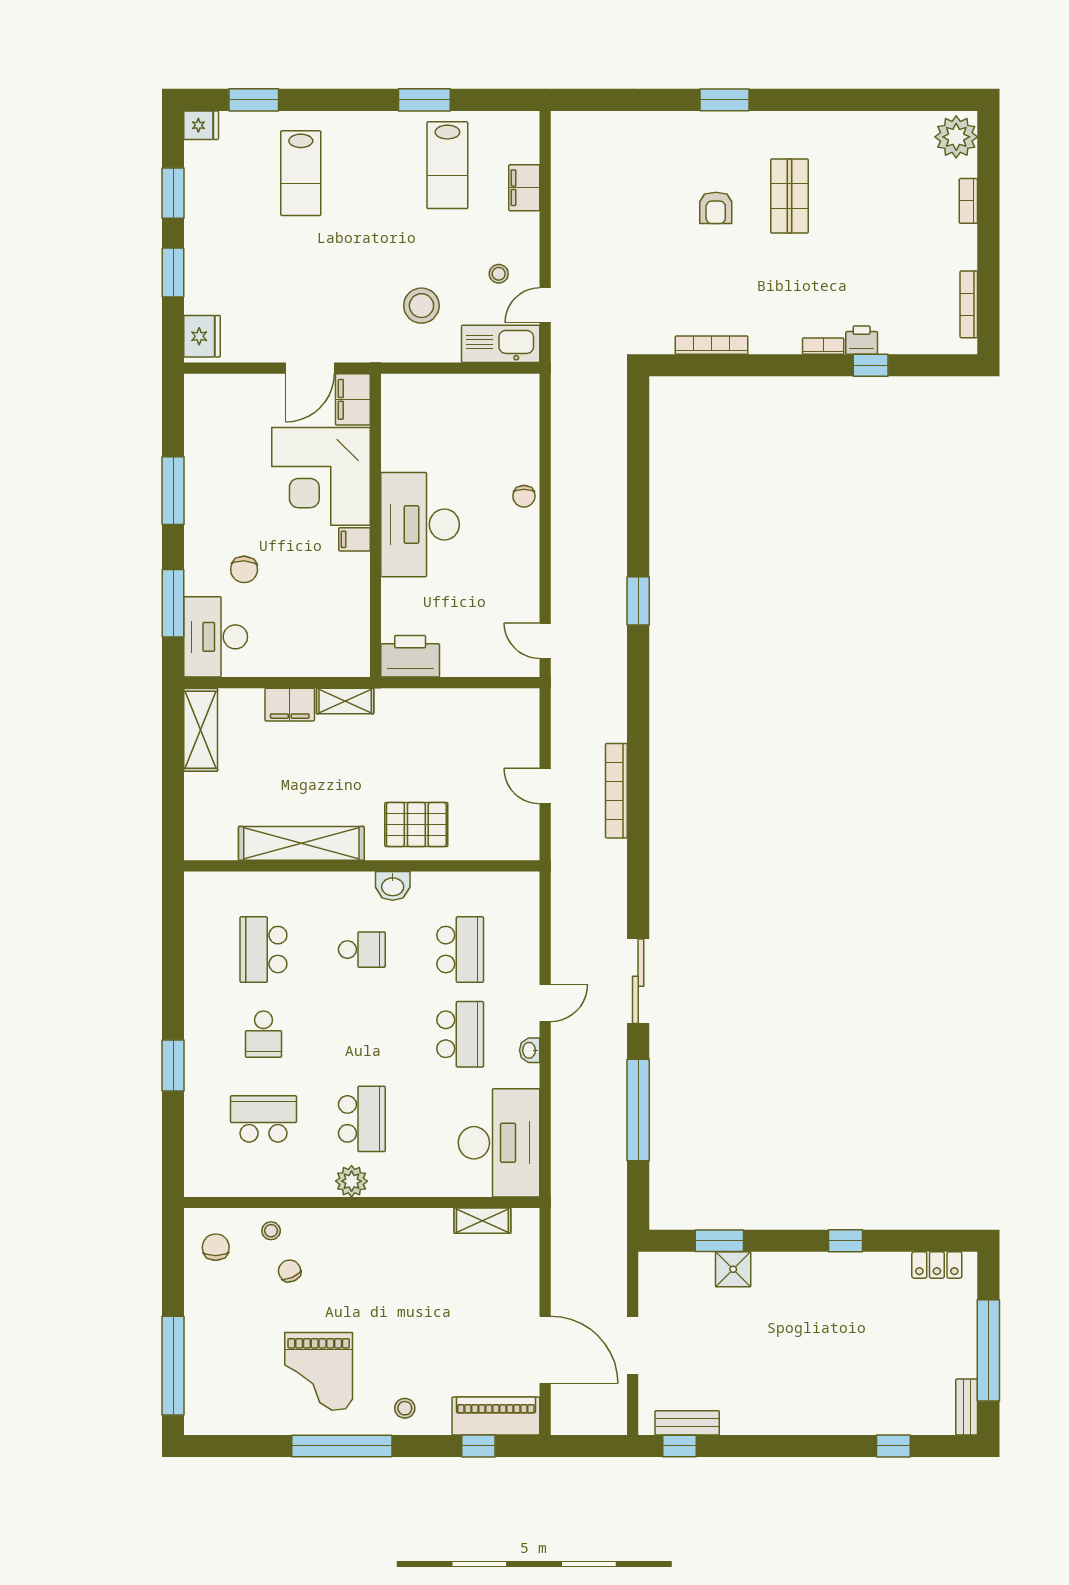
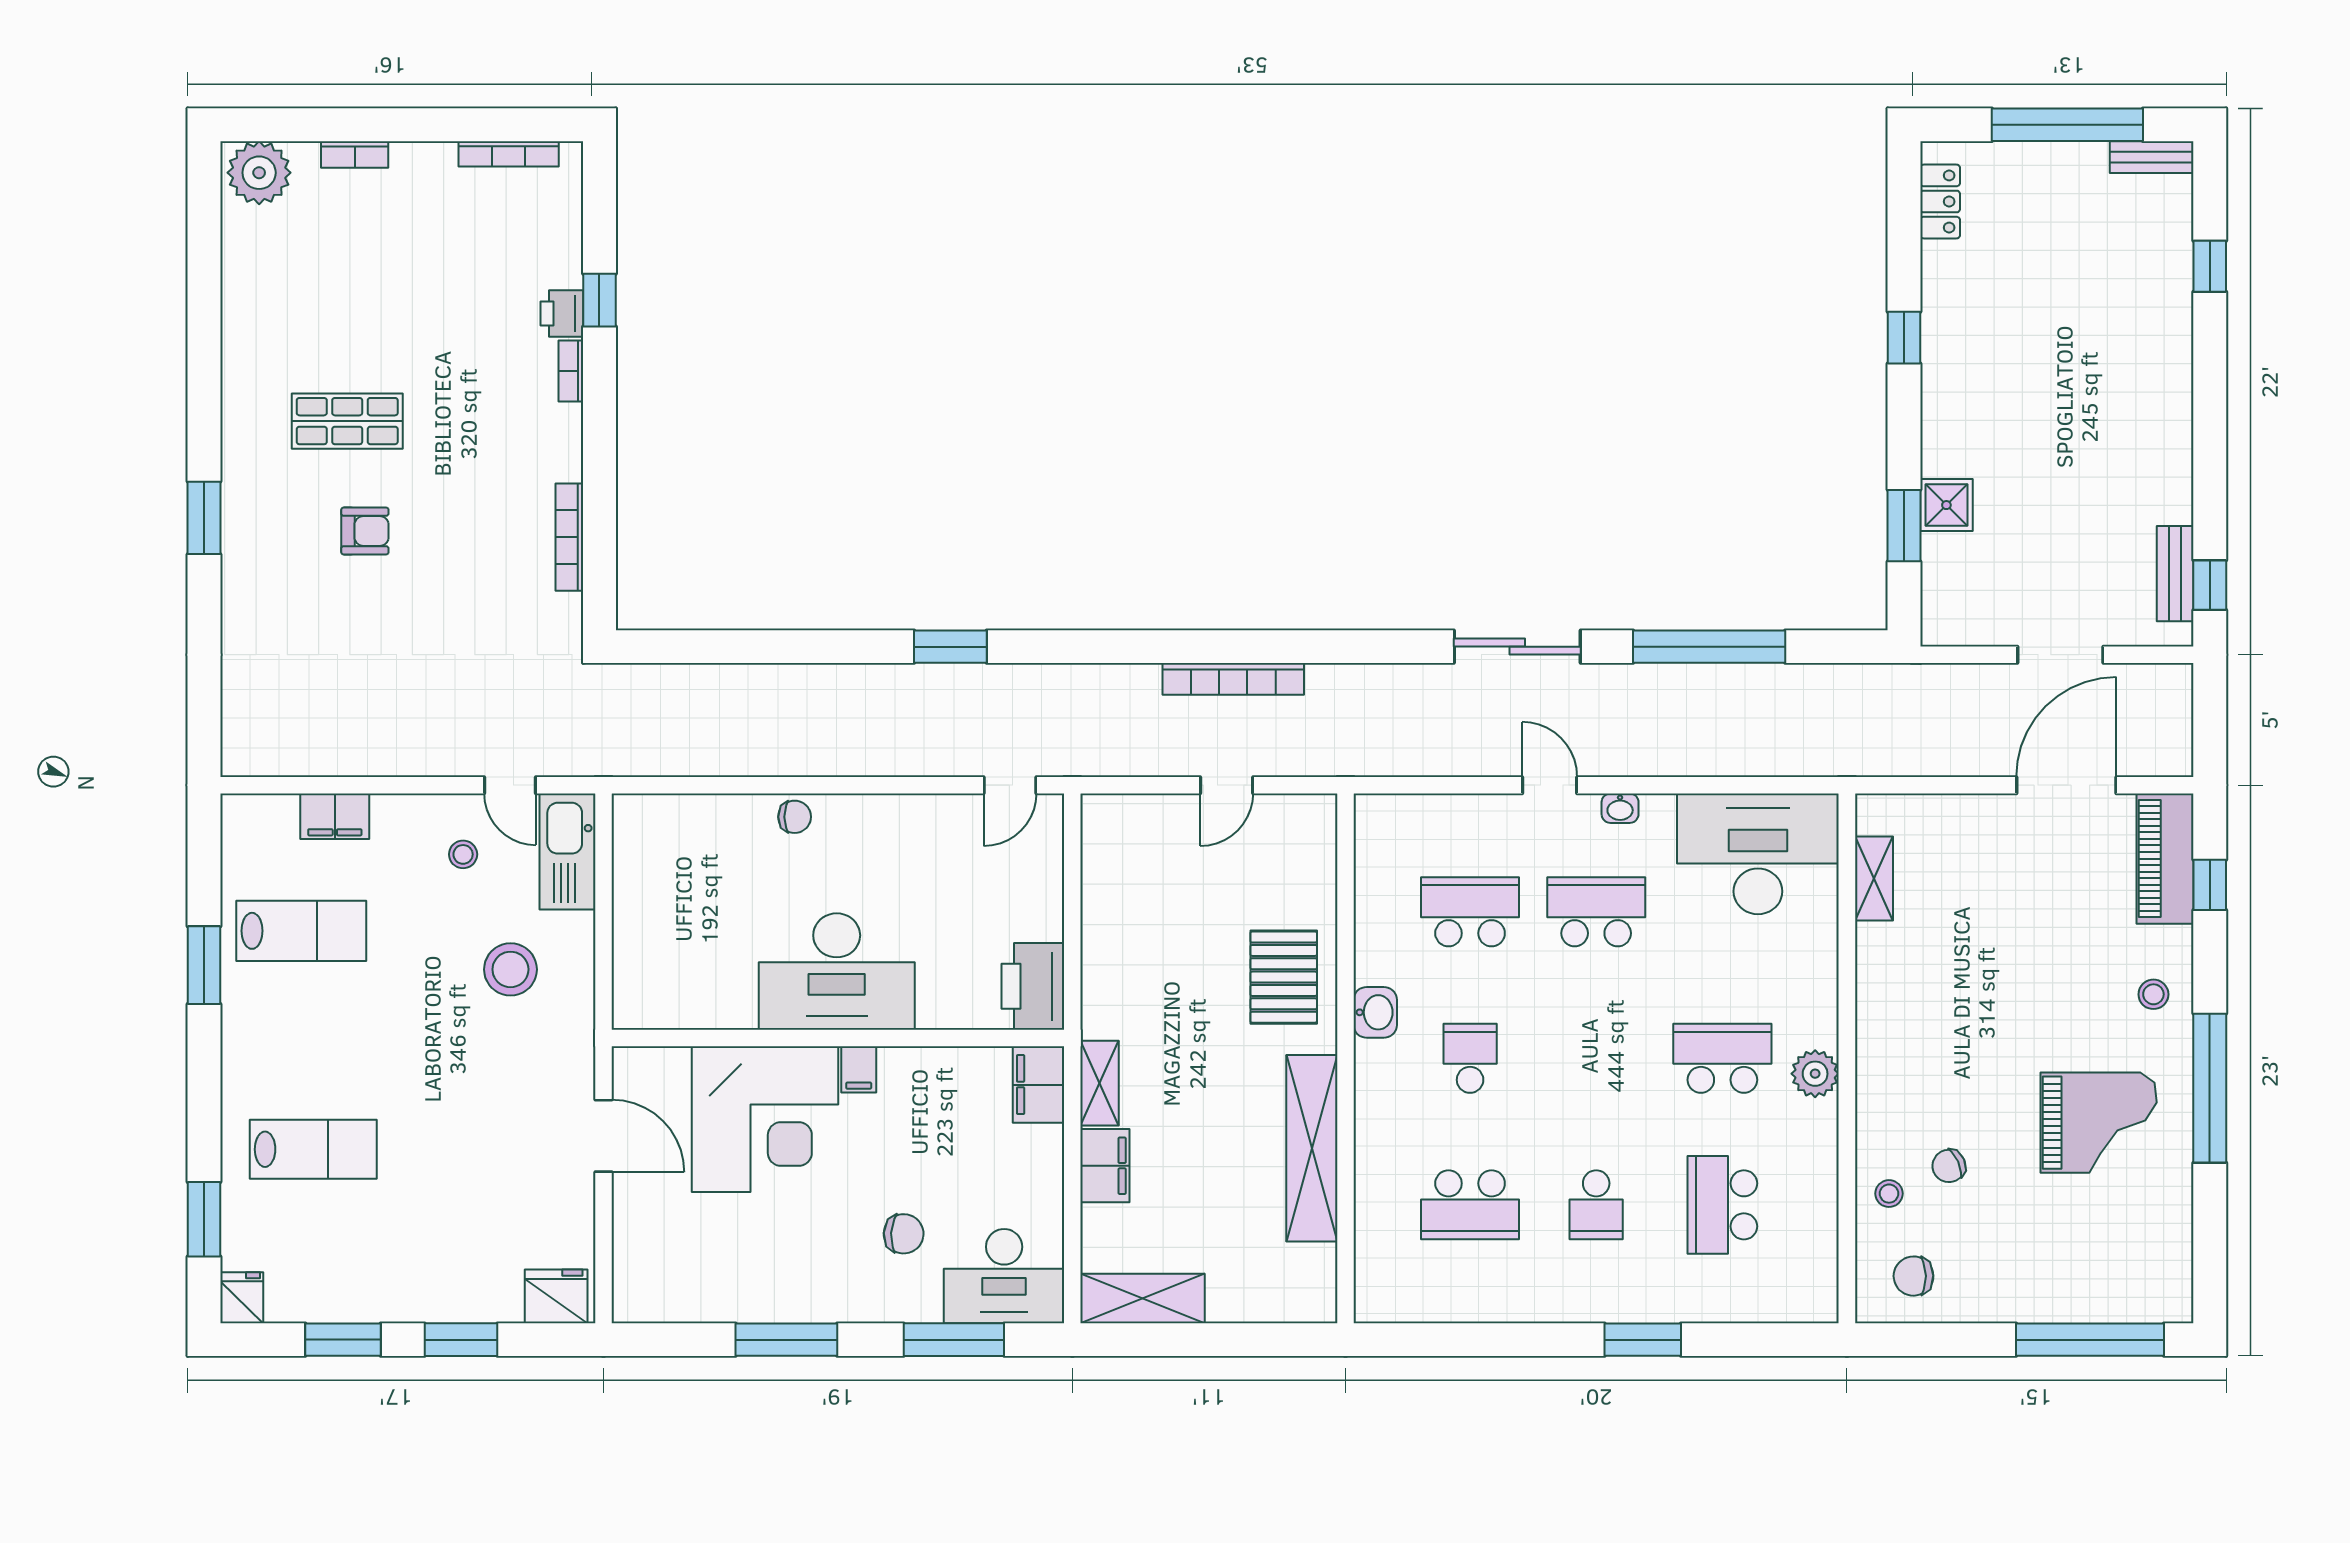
filing cabinet: (353, 399) -> (1039, 1085), moved, turned 90
school desk: (263, 1034) -> (1596, 1205), turned 90

